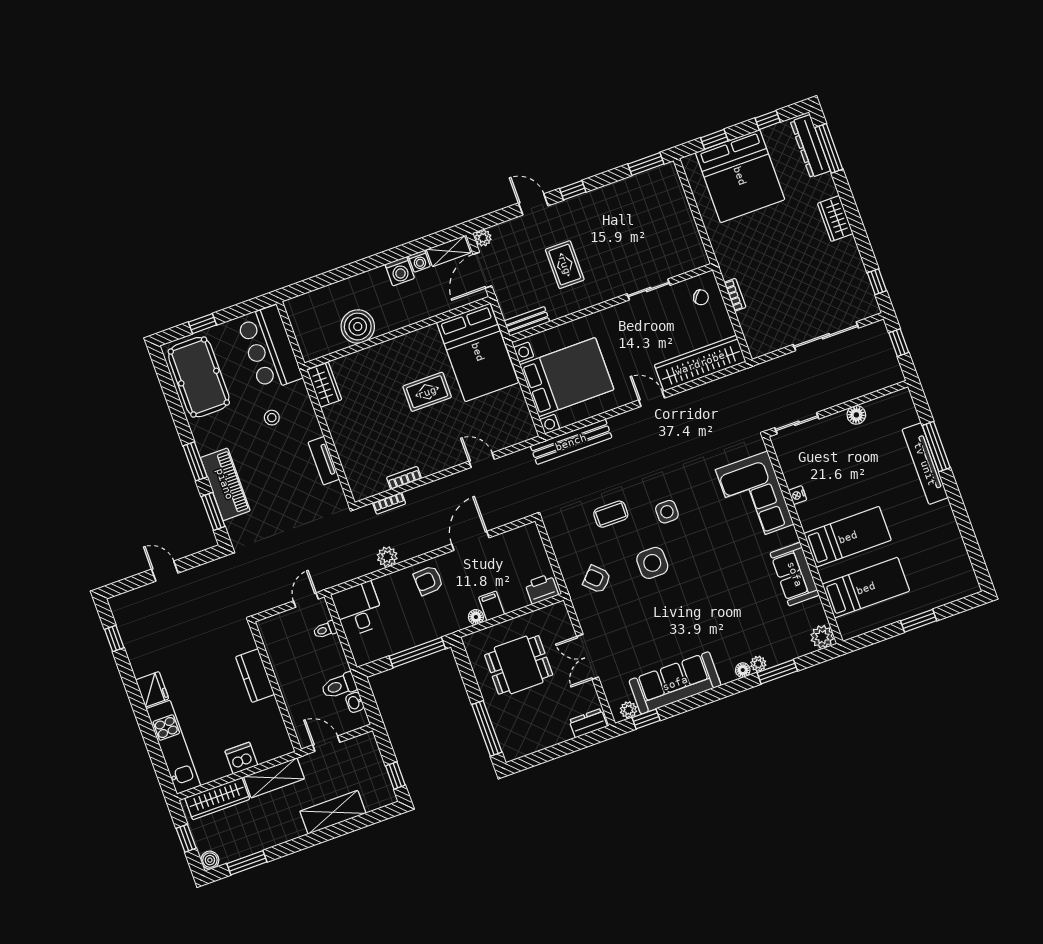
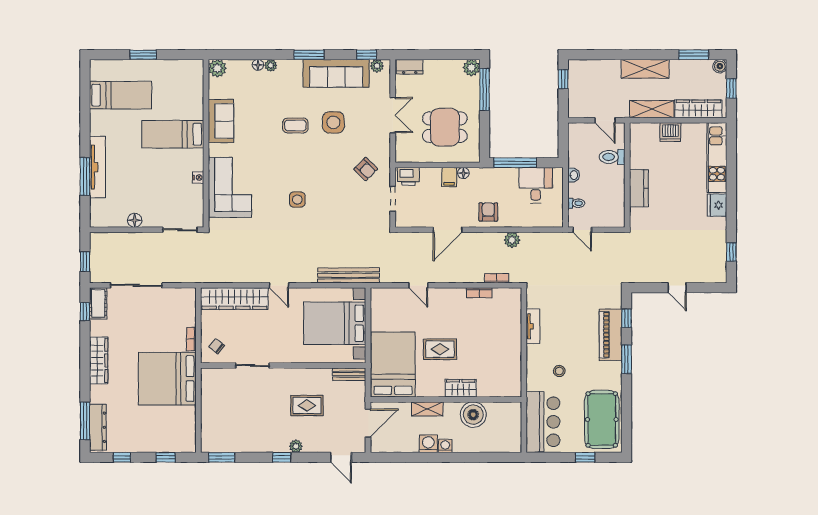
bed: (740, 176) -> (167, 379), moved, turned -90
door: (533, 204) -> (341, 457), moved
wardrobe: (835, 219) -> (99, 360), width x1.50
plant: (483, 238) -> (296, 446), moved
shelving: (448, 251) -> (427, 409), moved
washing machine: (419, 261) -> (445, 446), moved
rug: (565, 265) -> (307, 405), turned 90
cot: (864, 298) -> (98, 303), added
wardrobe: (324, 385) -> (461, 388), moved, turned 90
window: (213, 511) -> (626, 318), width x0.67
coffee table: (611, 514) -> (295, 125), moved
doorway: (551, 555) -> (393, 199), added
side table: (652, 563) -> (333, 122), moved
armchair: (428, 580) -> (488, 212), turned -87
bed: (866, 588) -> (121, 95), moved, turned 180
door: (306, 600) -> (582, 230), hinge flipped
desk: (358, 609) -> (536, 185), moved, turned 180
floor lamp: (743, 670) -> (258, 65), moved
window: (777, 672) -> (309, 55), moved
toilet: (339, 686) -> (612, 157), moved, turned 180
washbasin: (355, 702) -> (574, 175), moved
plant: (512, 749) -> (471, 68), added
shelving: (333, 812) -> (645, 69), moved

